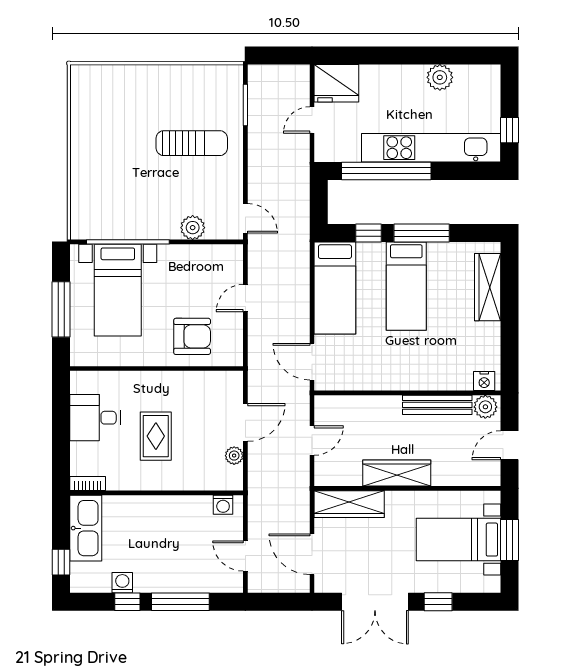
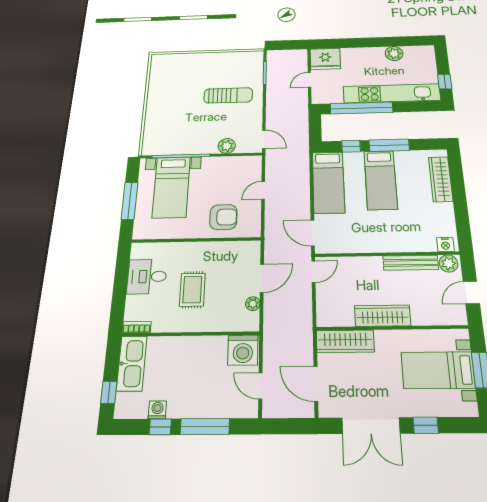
door: (312, 441) -> (313, 272), moved
washing machine: (223, 505) -> (243, 350), width x1.89, depth x1.89

